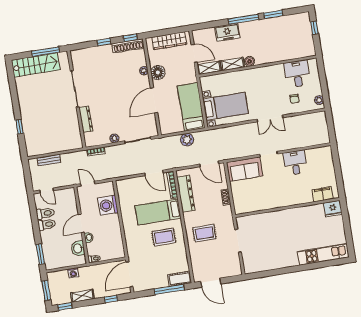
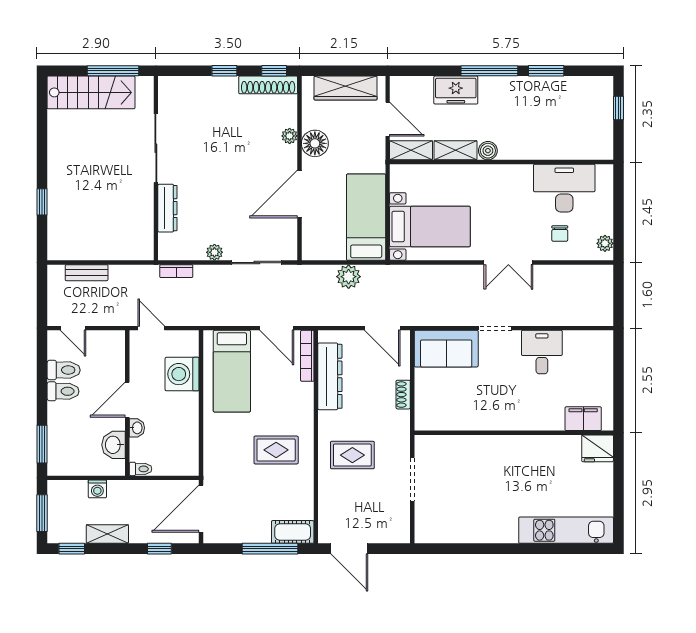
desk: (297, 74) -> (564, 188), width x1.37
bed: (158, 212) -> (232, 371), moved, turned -90

